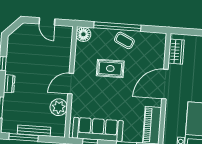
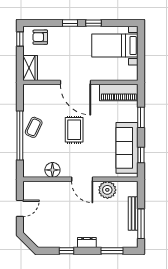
floor lamp: (83, 34) -> (52, 170), moved
wardrobe: (176, 52) -> (30, 68), moved, turned 90
rug: (110, 68) -> (74, 130), moved

